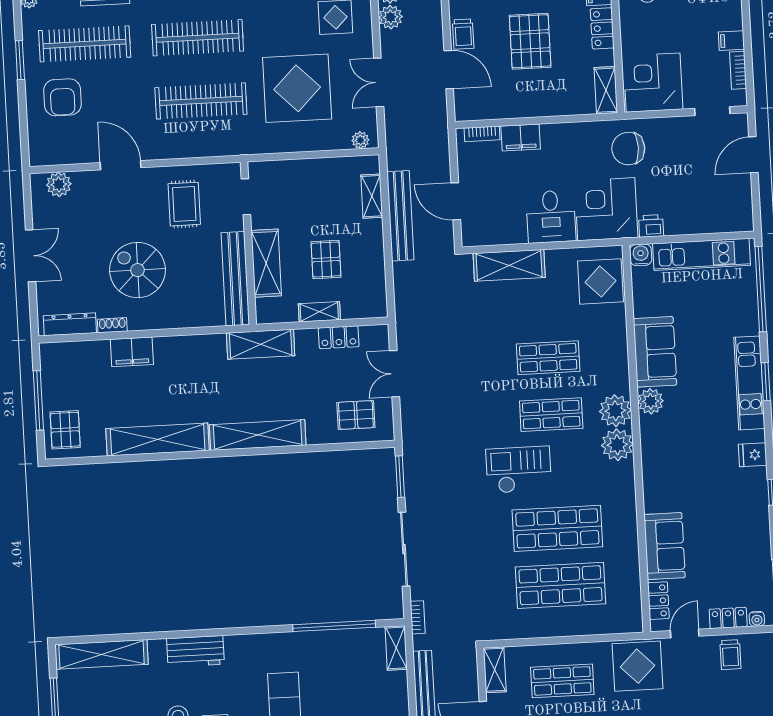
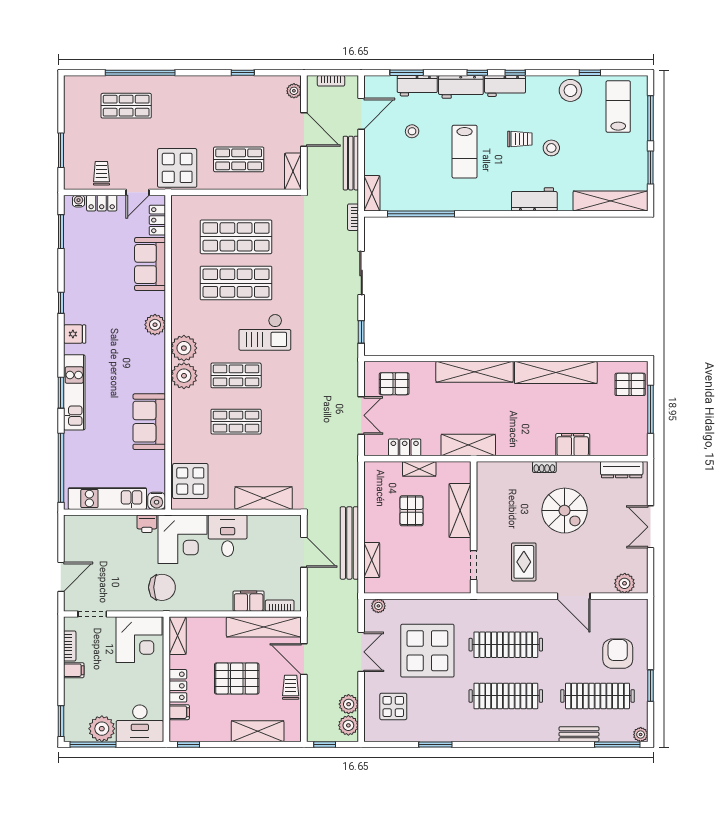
pallet: (530, 41) -> (237, 679), turned 90
shelving: (500, 107) -> (264, 627), added
bench: (235, 279) -> (486, 499), removed
shoe rack: (112, 325) -> (544, 467), moved
plant: (651, 401) -> (155, 325), moved
pallet: (65, 430) -> (630, 384), turned 90
window: (400, 477) -> (361, 332), width x0.67
sliding door: (404, 549) -> (361, 273), width x0.73

